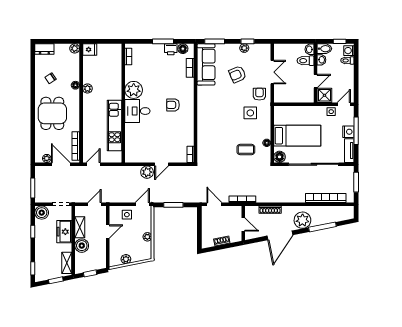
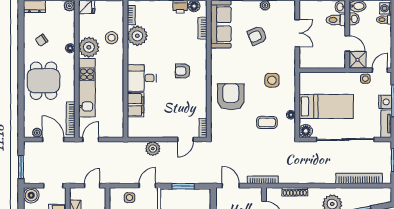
stool: (111, 76) -> (112, 38), added
door: (316, 81) -> (347, 43), hinge flipped
plant: (87, 88) -> (89, 47), width x1.87, depth x1.87
plant: (134, 90) -> (137, 36), moved
armchair: (259, 94) -> (231, 97), moved, width x1.88, depth x1.88
kitchen unit: (114, 126) -> (87, 88), moved, turned 180
filing cabinet: (132, 134) -> (136, 105), added
door: (161, 164) -> (185, 139), moved

